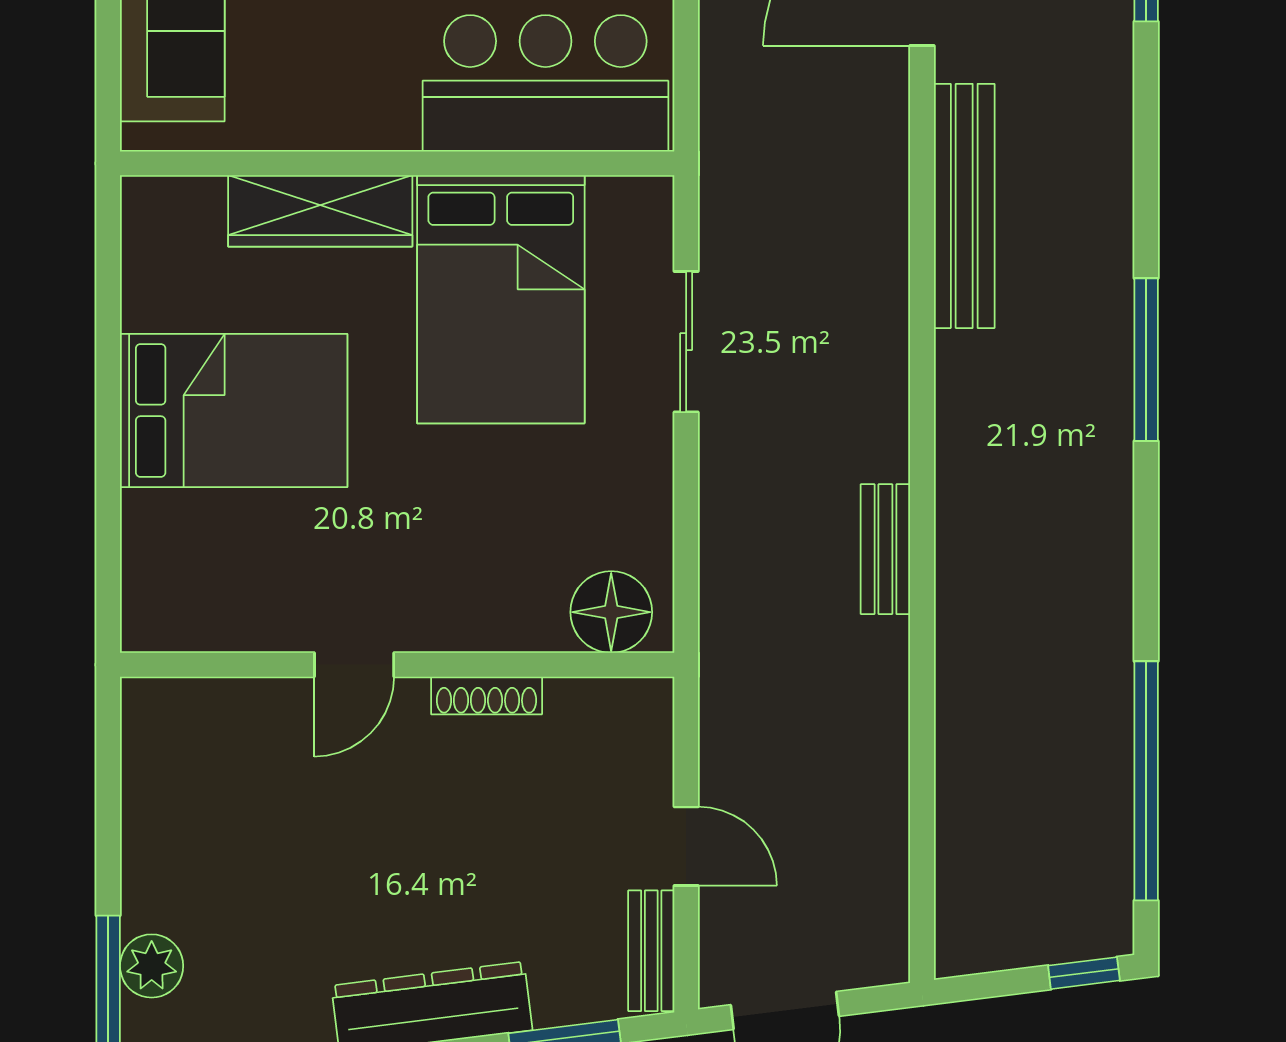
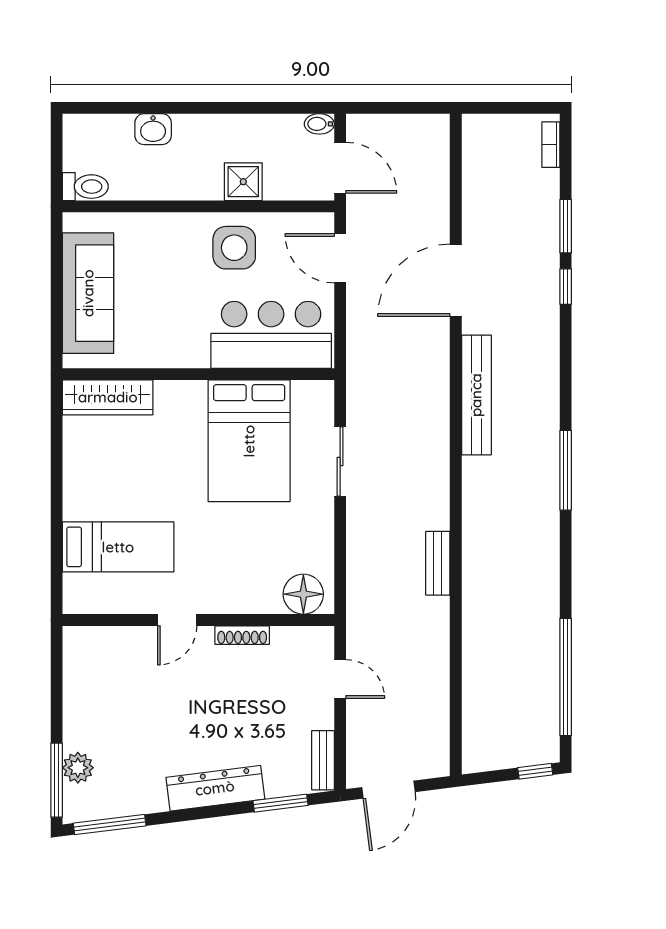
wardrobe: (320, 211) -> (108, 397), moved
bed: (234, 410) -> (118, 547), moved, width x0.67
door: (686, 846) -> (340, 679), moved

